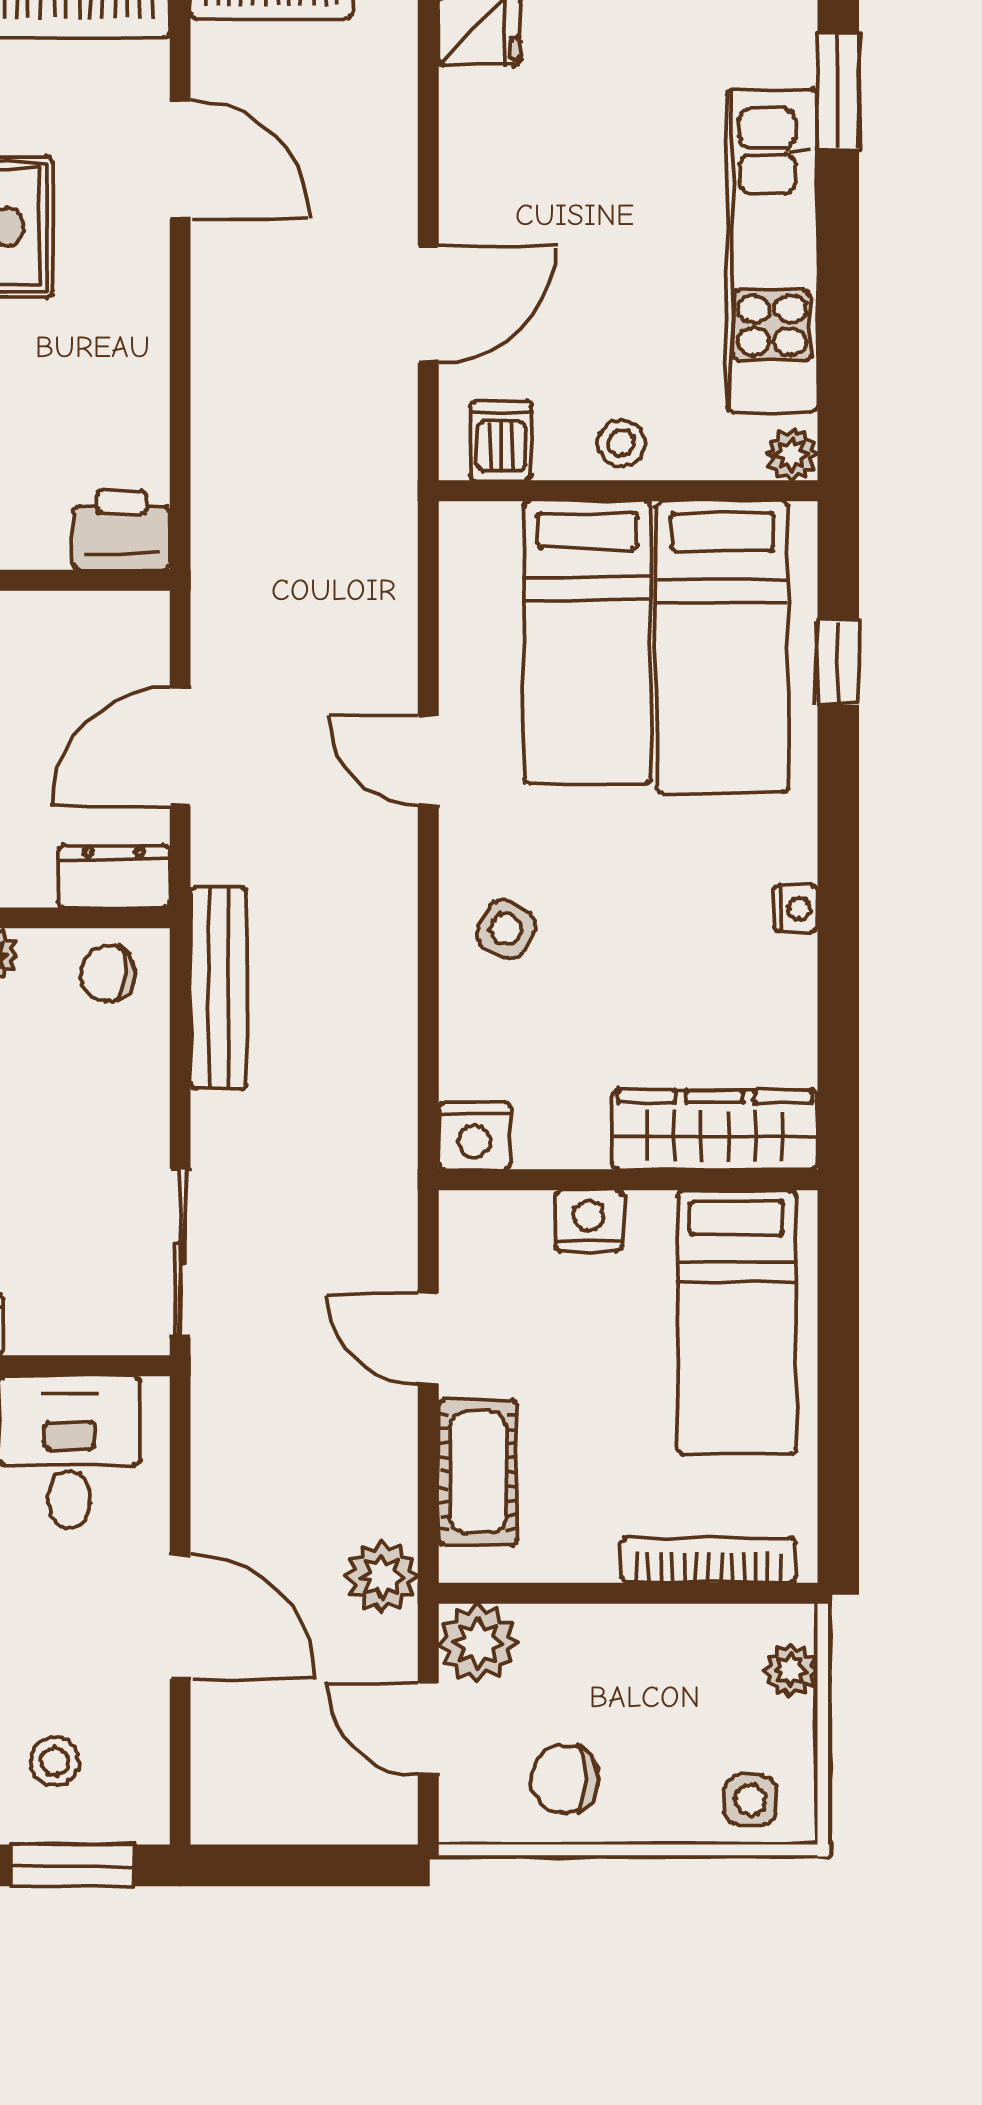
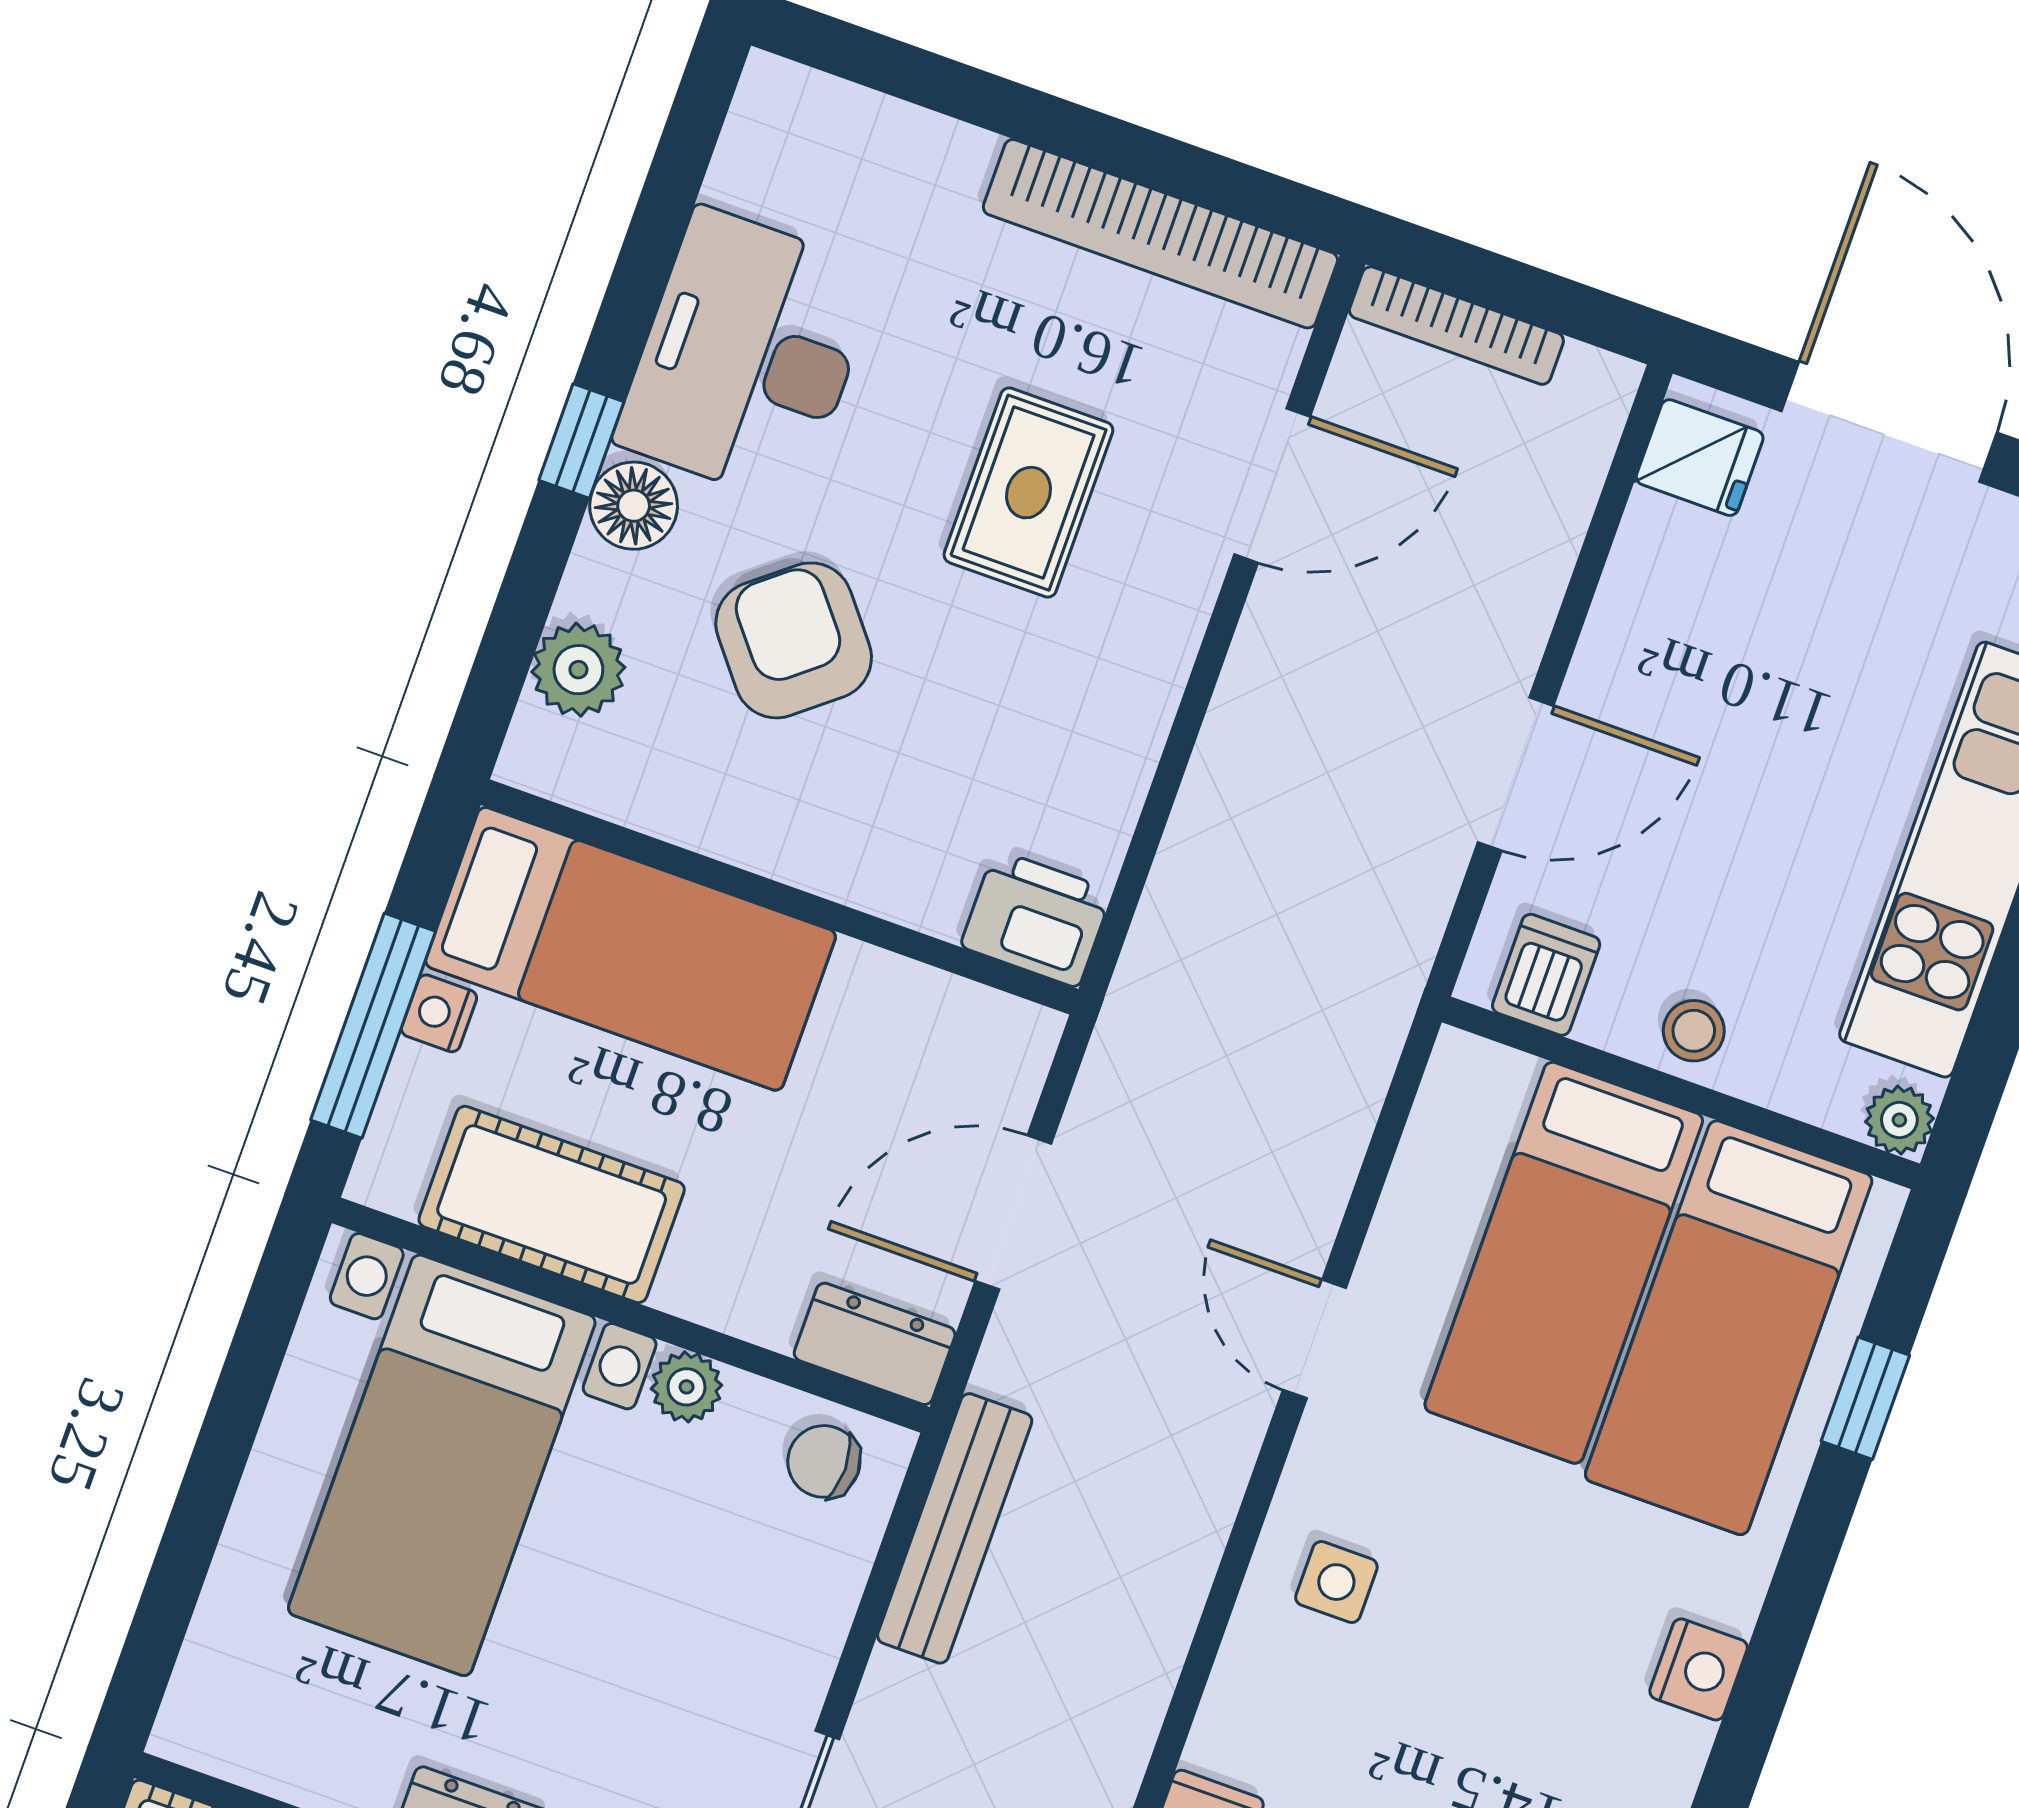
door: (180, 160) -> (1272, 485), hinge flipped
nightstand: (796, 908) -> (1699, 1669), width x1.39, depth x1.35
side table: (506, 929) -> (1336, 1582), turned -30

